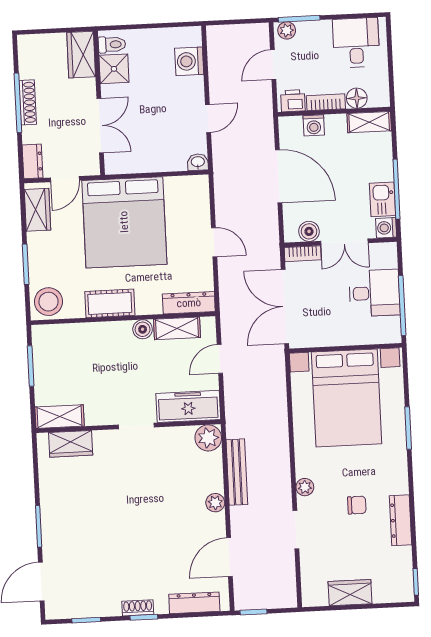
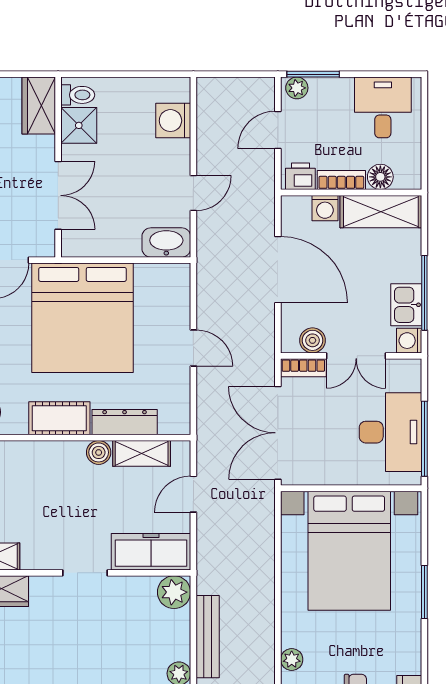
shelving: (369, 122) -> (381, 212), width x1.50, depth x1.33
washbasin: (198, 162) -> (166, 242), width x1.91, depth x1.45
desk: (374, 293) -> (390, 432), width x1.37
dresser: (189, 303) -> (125, 422), moved

